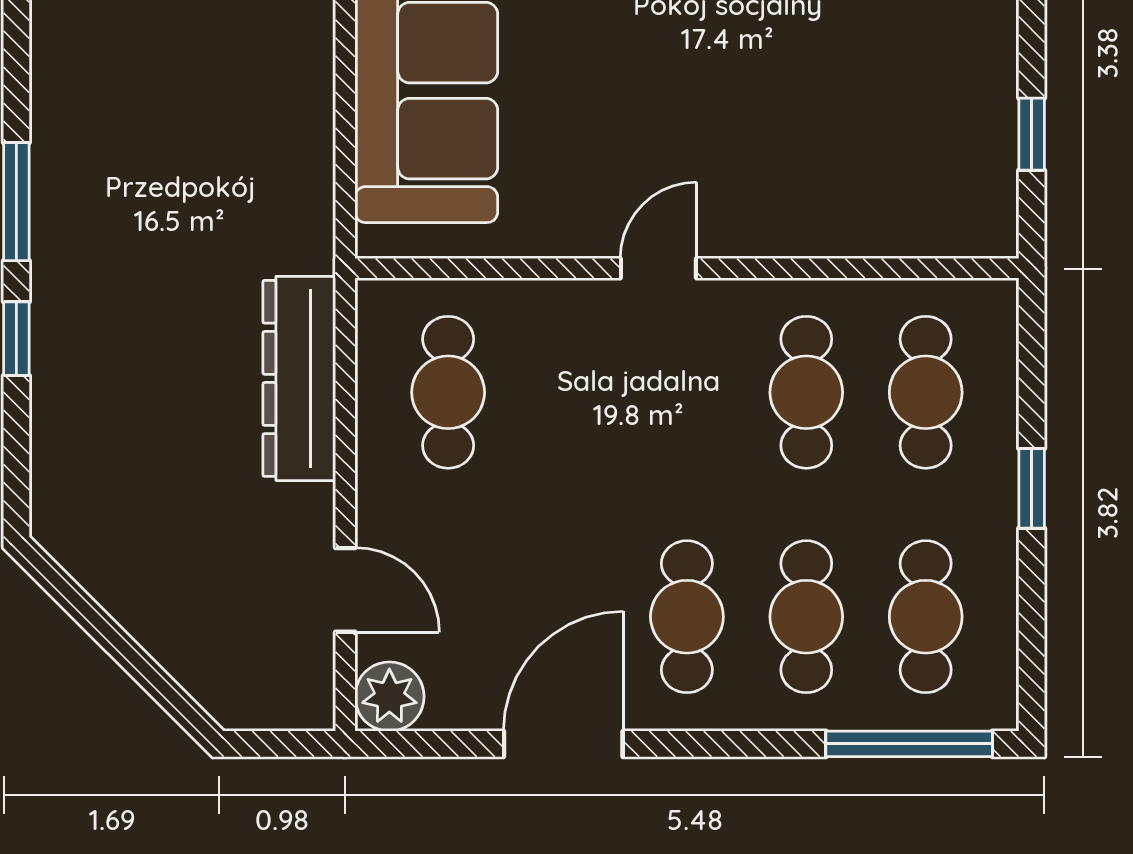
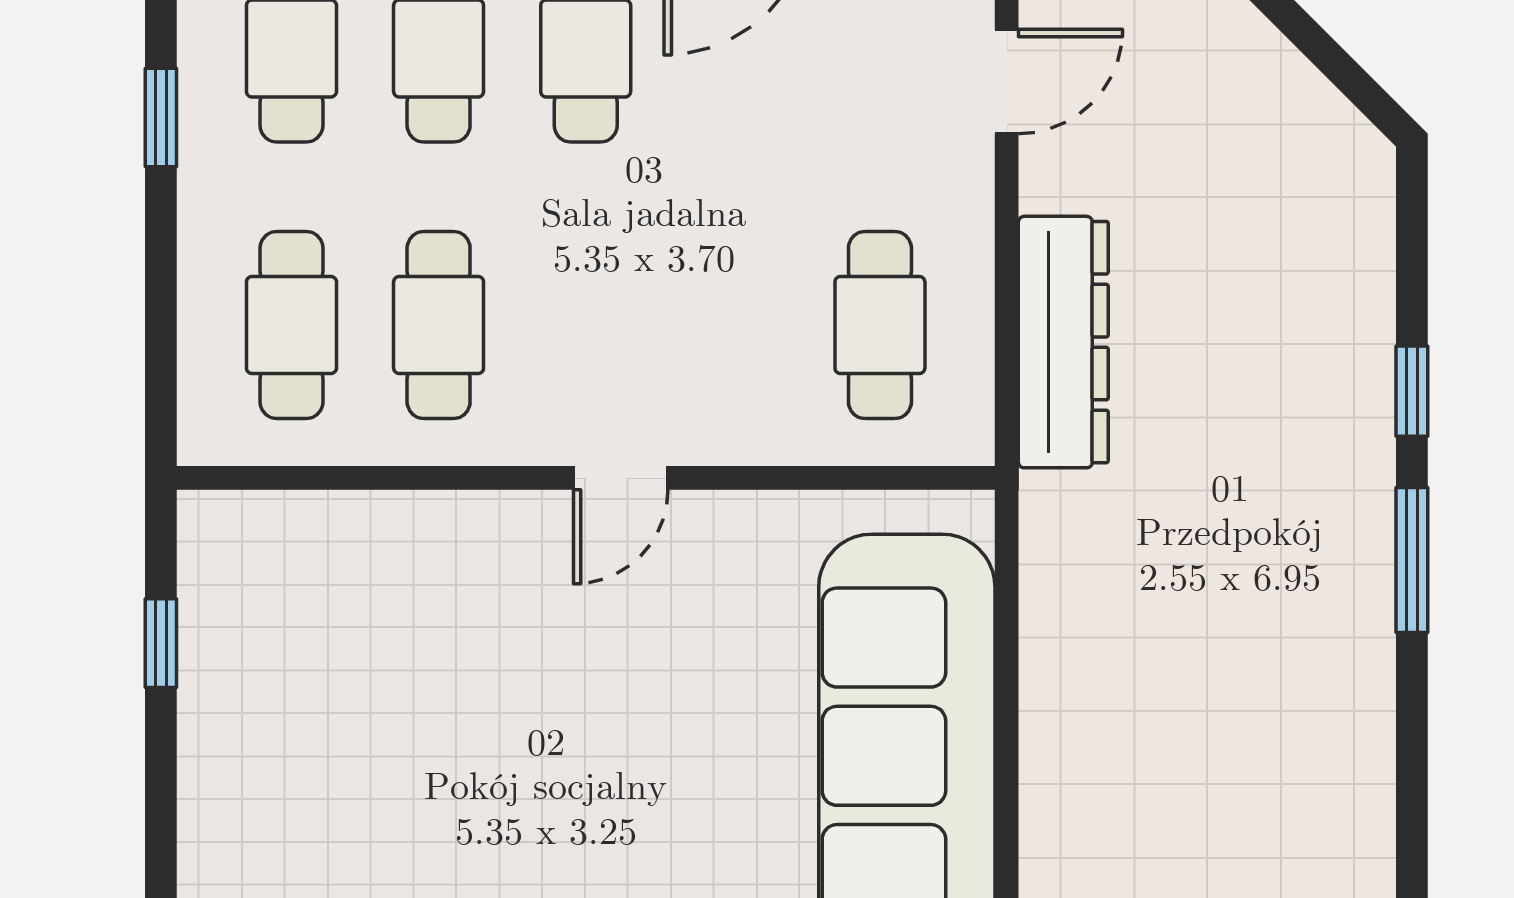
window: (1032, 488) -> (161, 117), moved
door: (345, 590) -> (1007, 82), swing flipped

